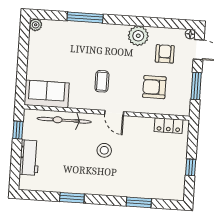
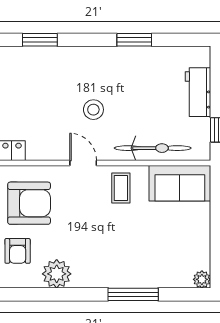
coffee table: (102, 81) -> (121, 188), moved
armchair: (154, 87) -> (29, 203), width x1.36, depth x1.36

